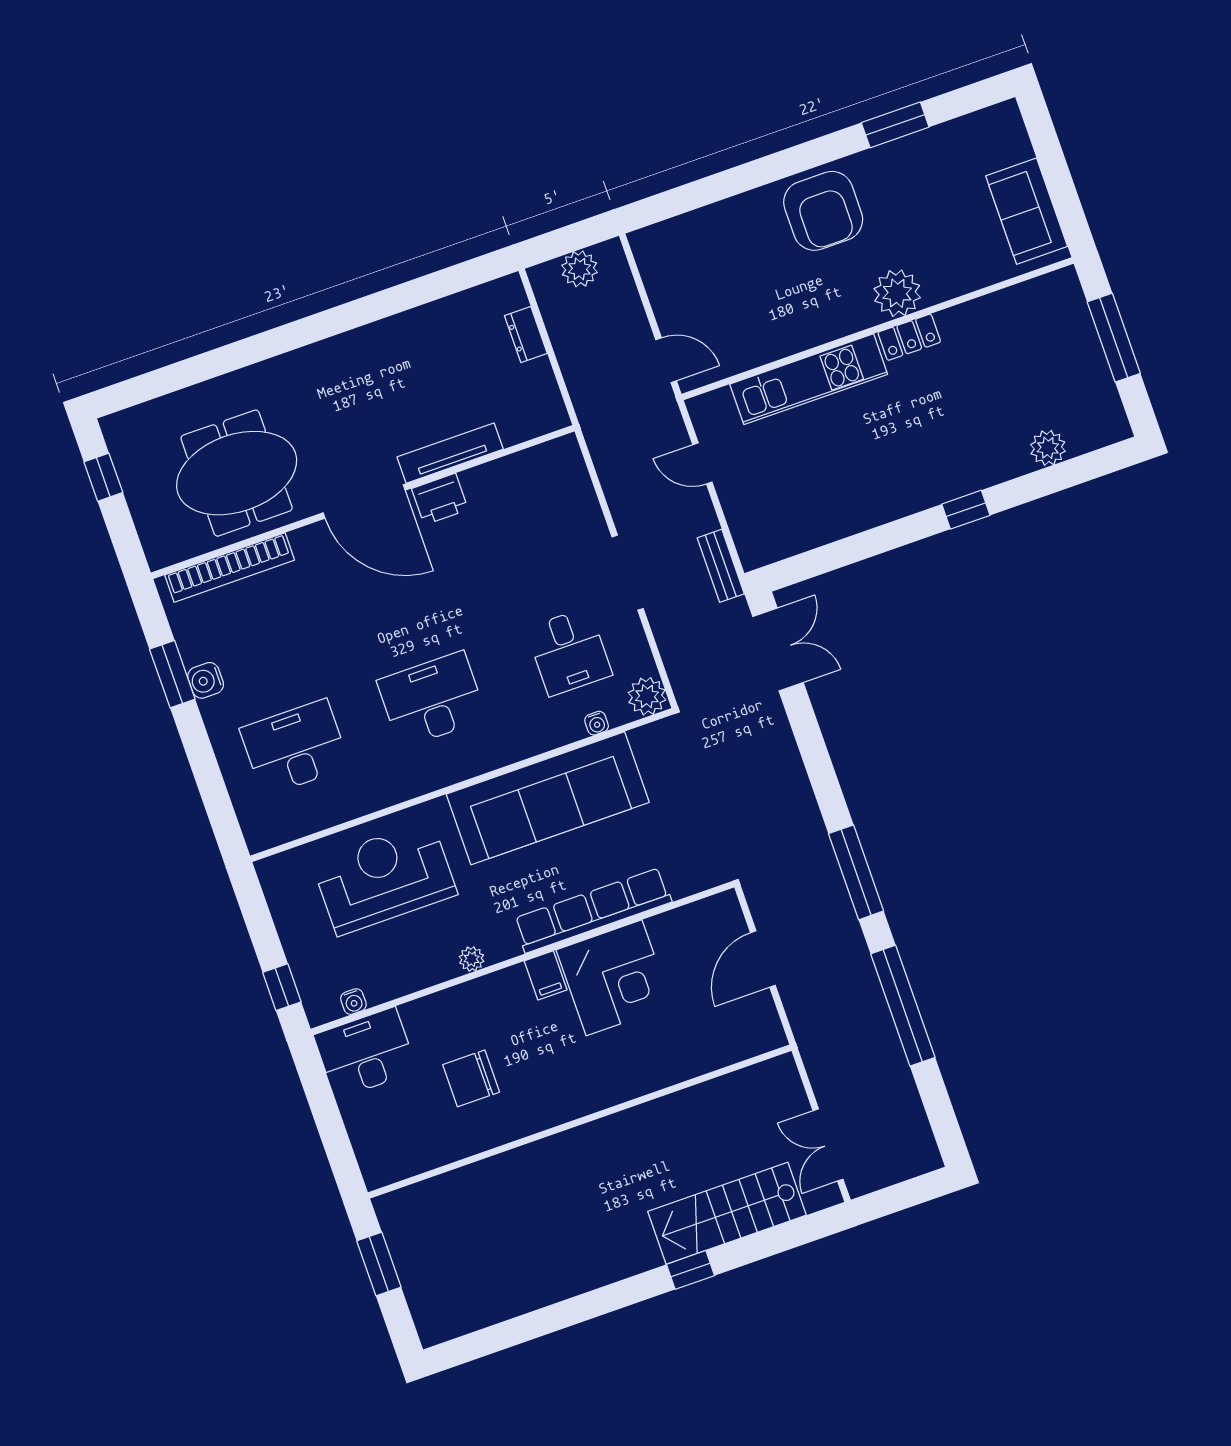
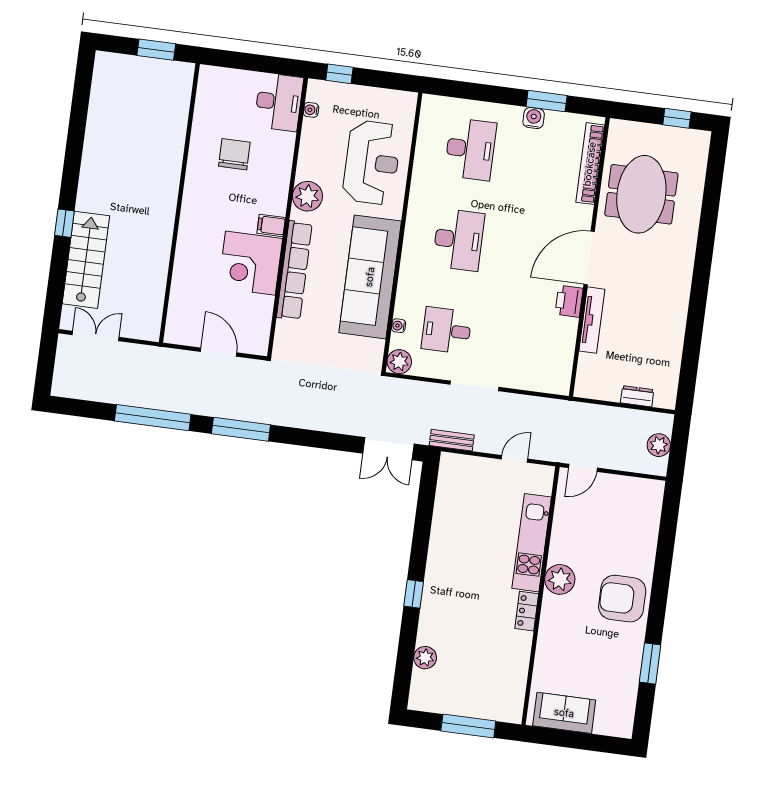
plant: (897, 293) -> (560, 579), moved
plant: (472, 959) -> (307, 196), width x1.87, depth x1.87

